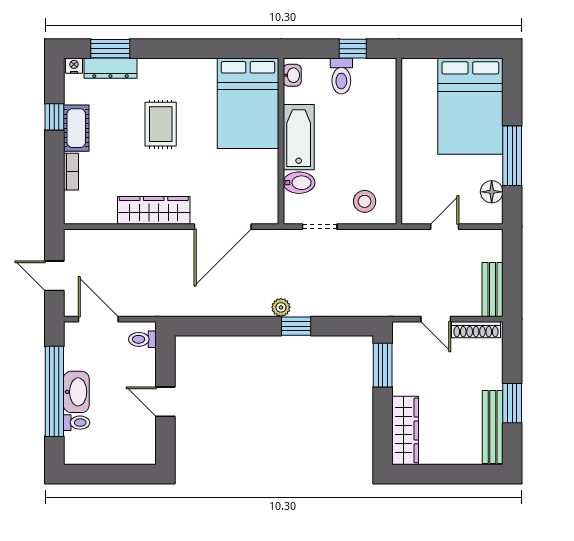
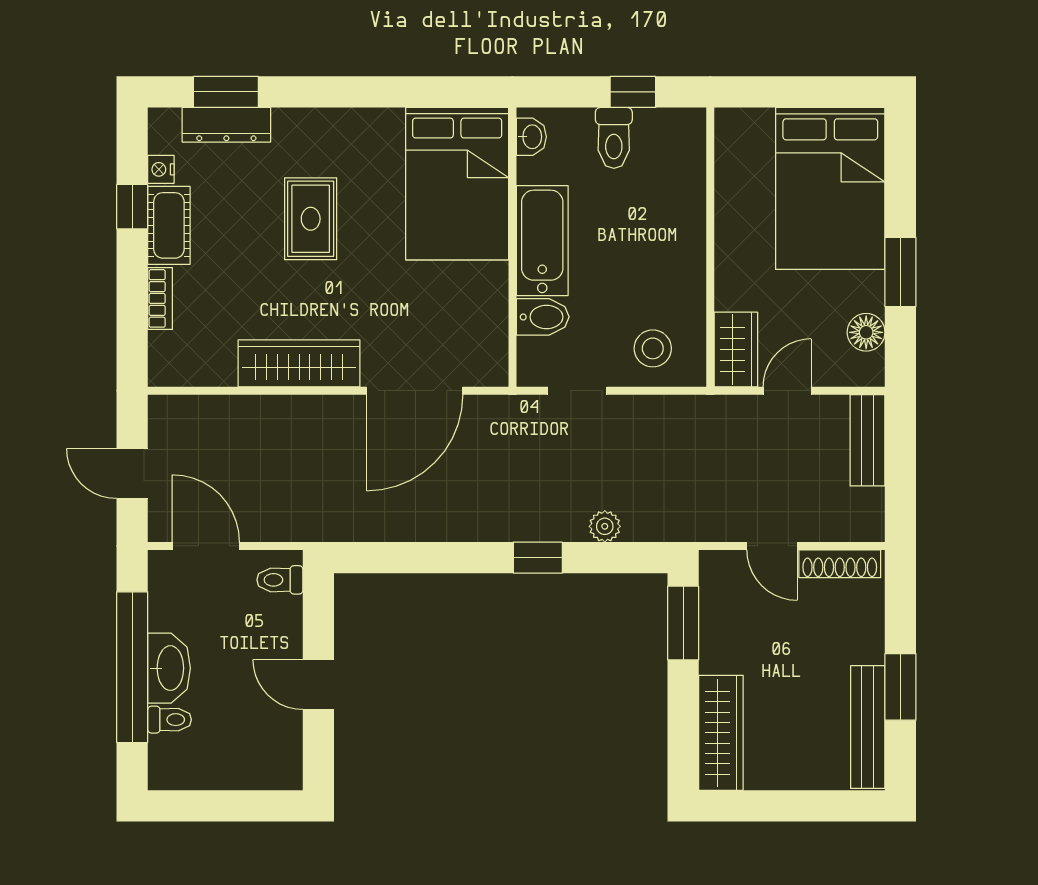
nightstand: (74, 66) -> (161, 169), moved, turned -90
window: (512, 156) -> (900, 272), width x0.69
wardrobe: (414, 202) -> (736, 350), added
bench: (493, 290) -> (868, 440), moved
plant: (281, 307) -> (605, 526), moved

